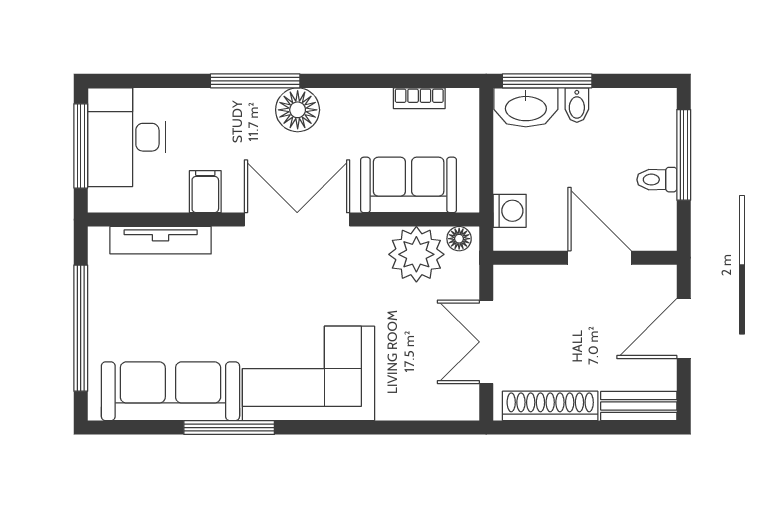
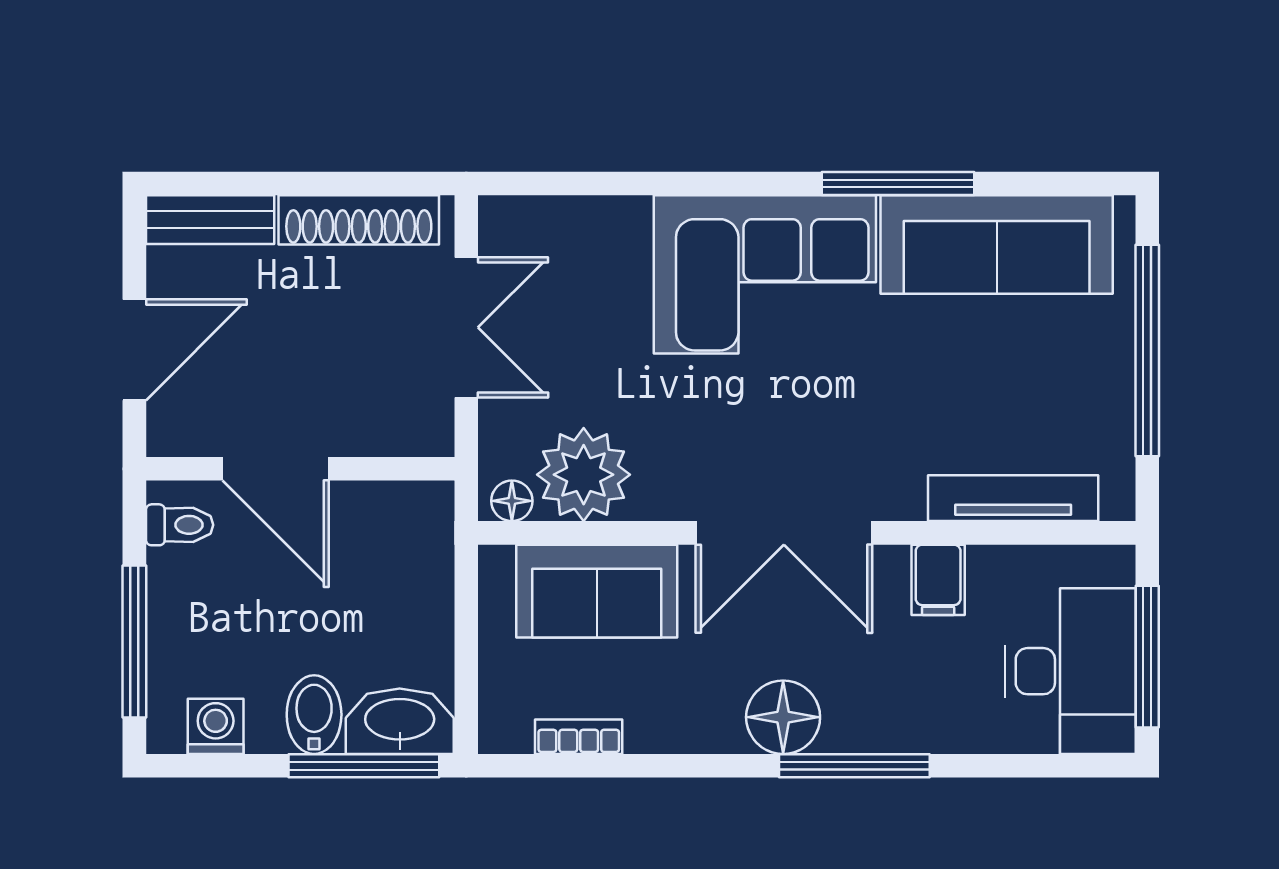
bidet: (577, 105) -> (314, 715), width x1.38, depth x1.36
toilet: (657, 180) -> (180, 525), moved
washing machine: (510, 211) -> (216, 726), moved, turned 90

